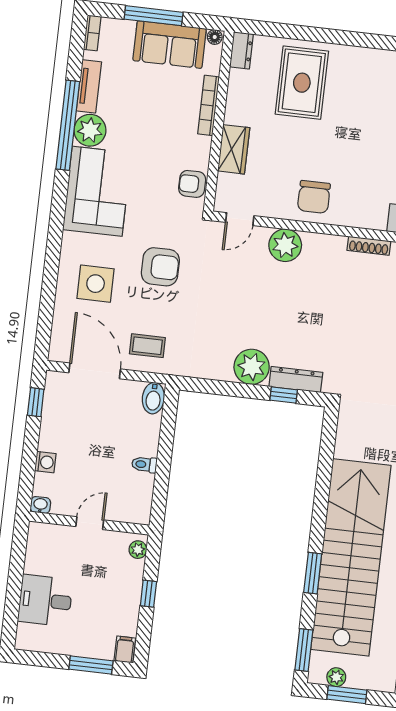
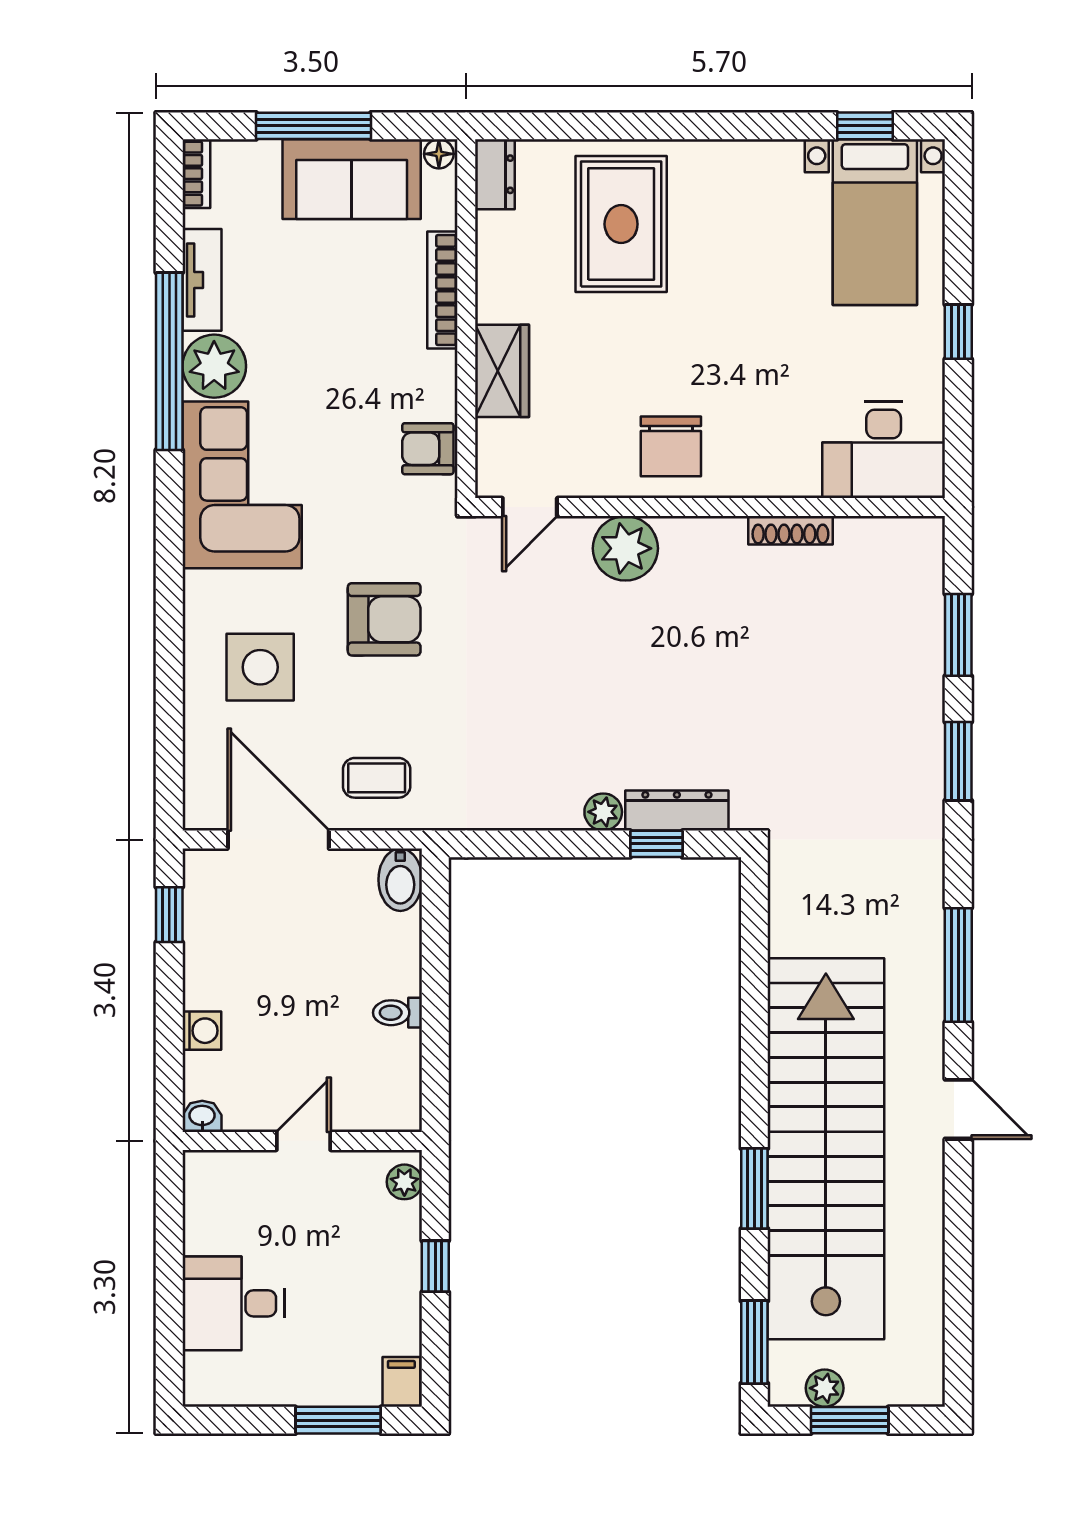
plant: (252, 367) -> (603, 812), width x0.53, depth x0.53

